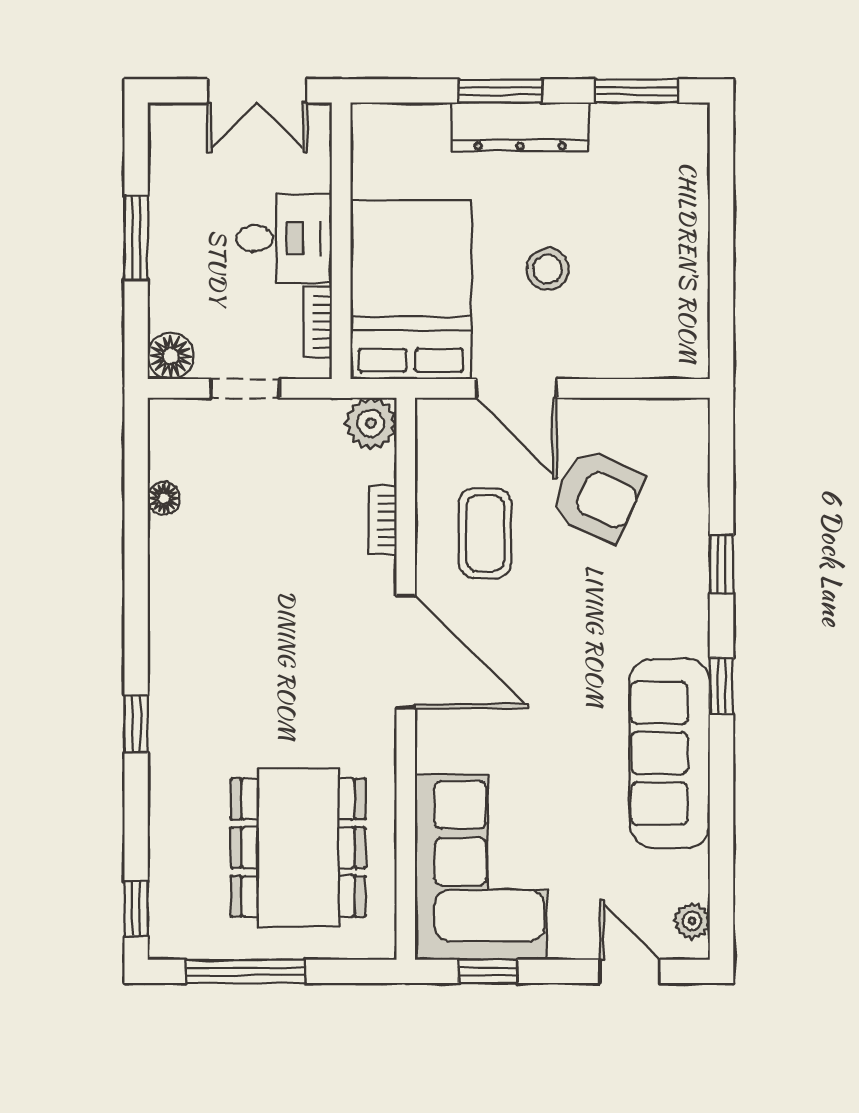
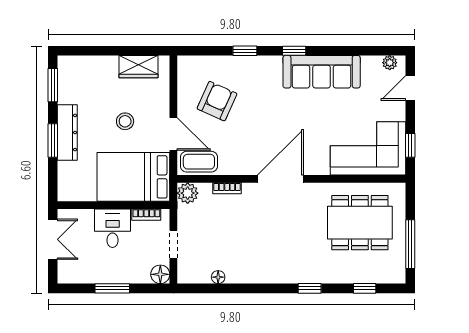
wardrobe: (682, 302) -> (139, 67), added
door: (516, 388) -> (173, 134), hinge flipped
coffee table: (485, 533) -> (199, 162), moved
window: (136, 909) -> (365, 288), moved

